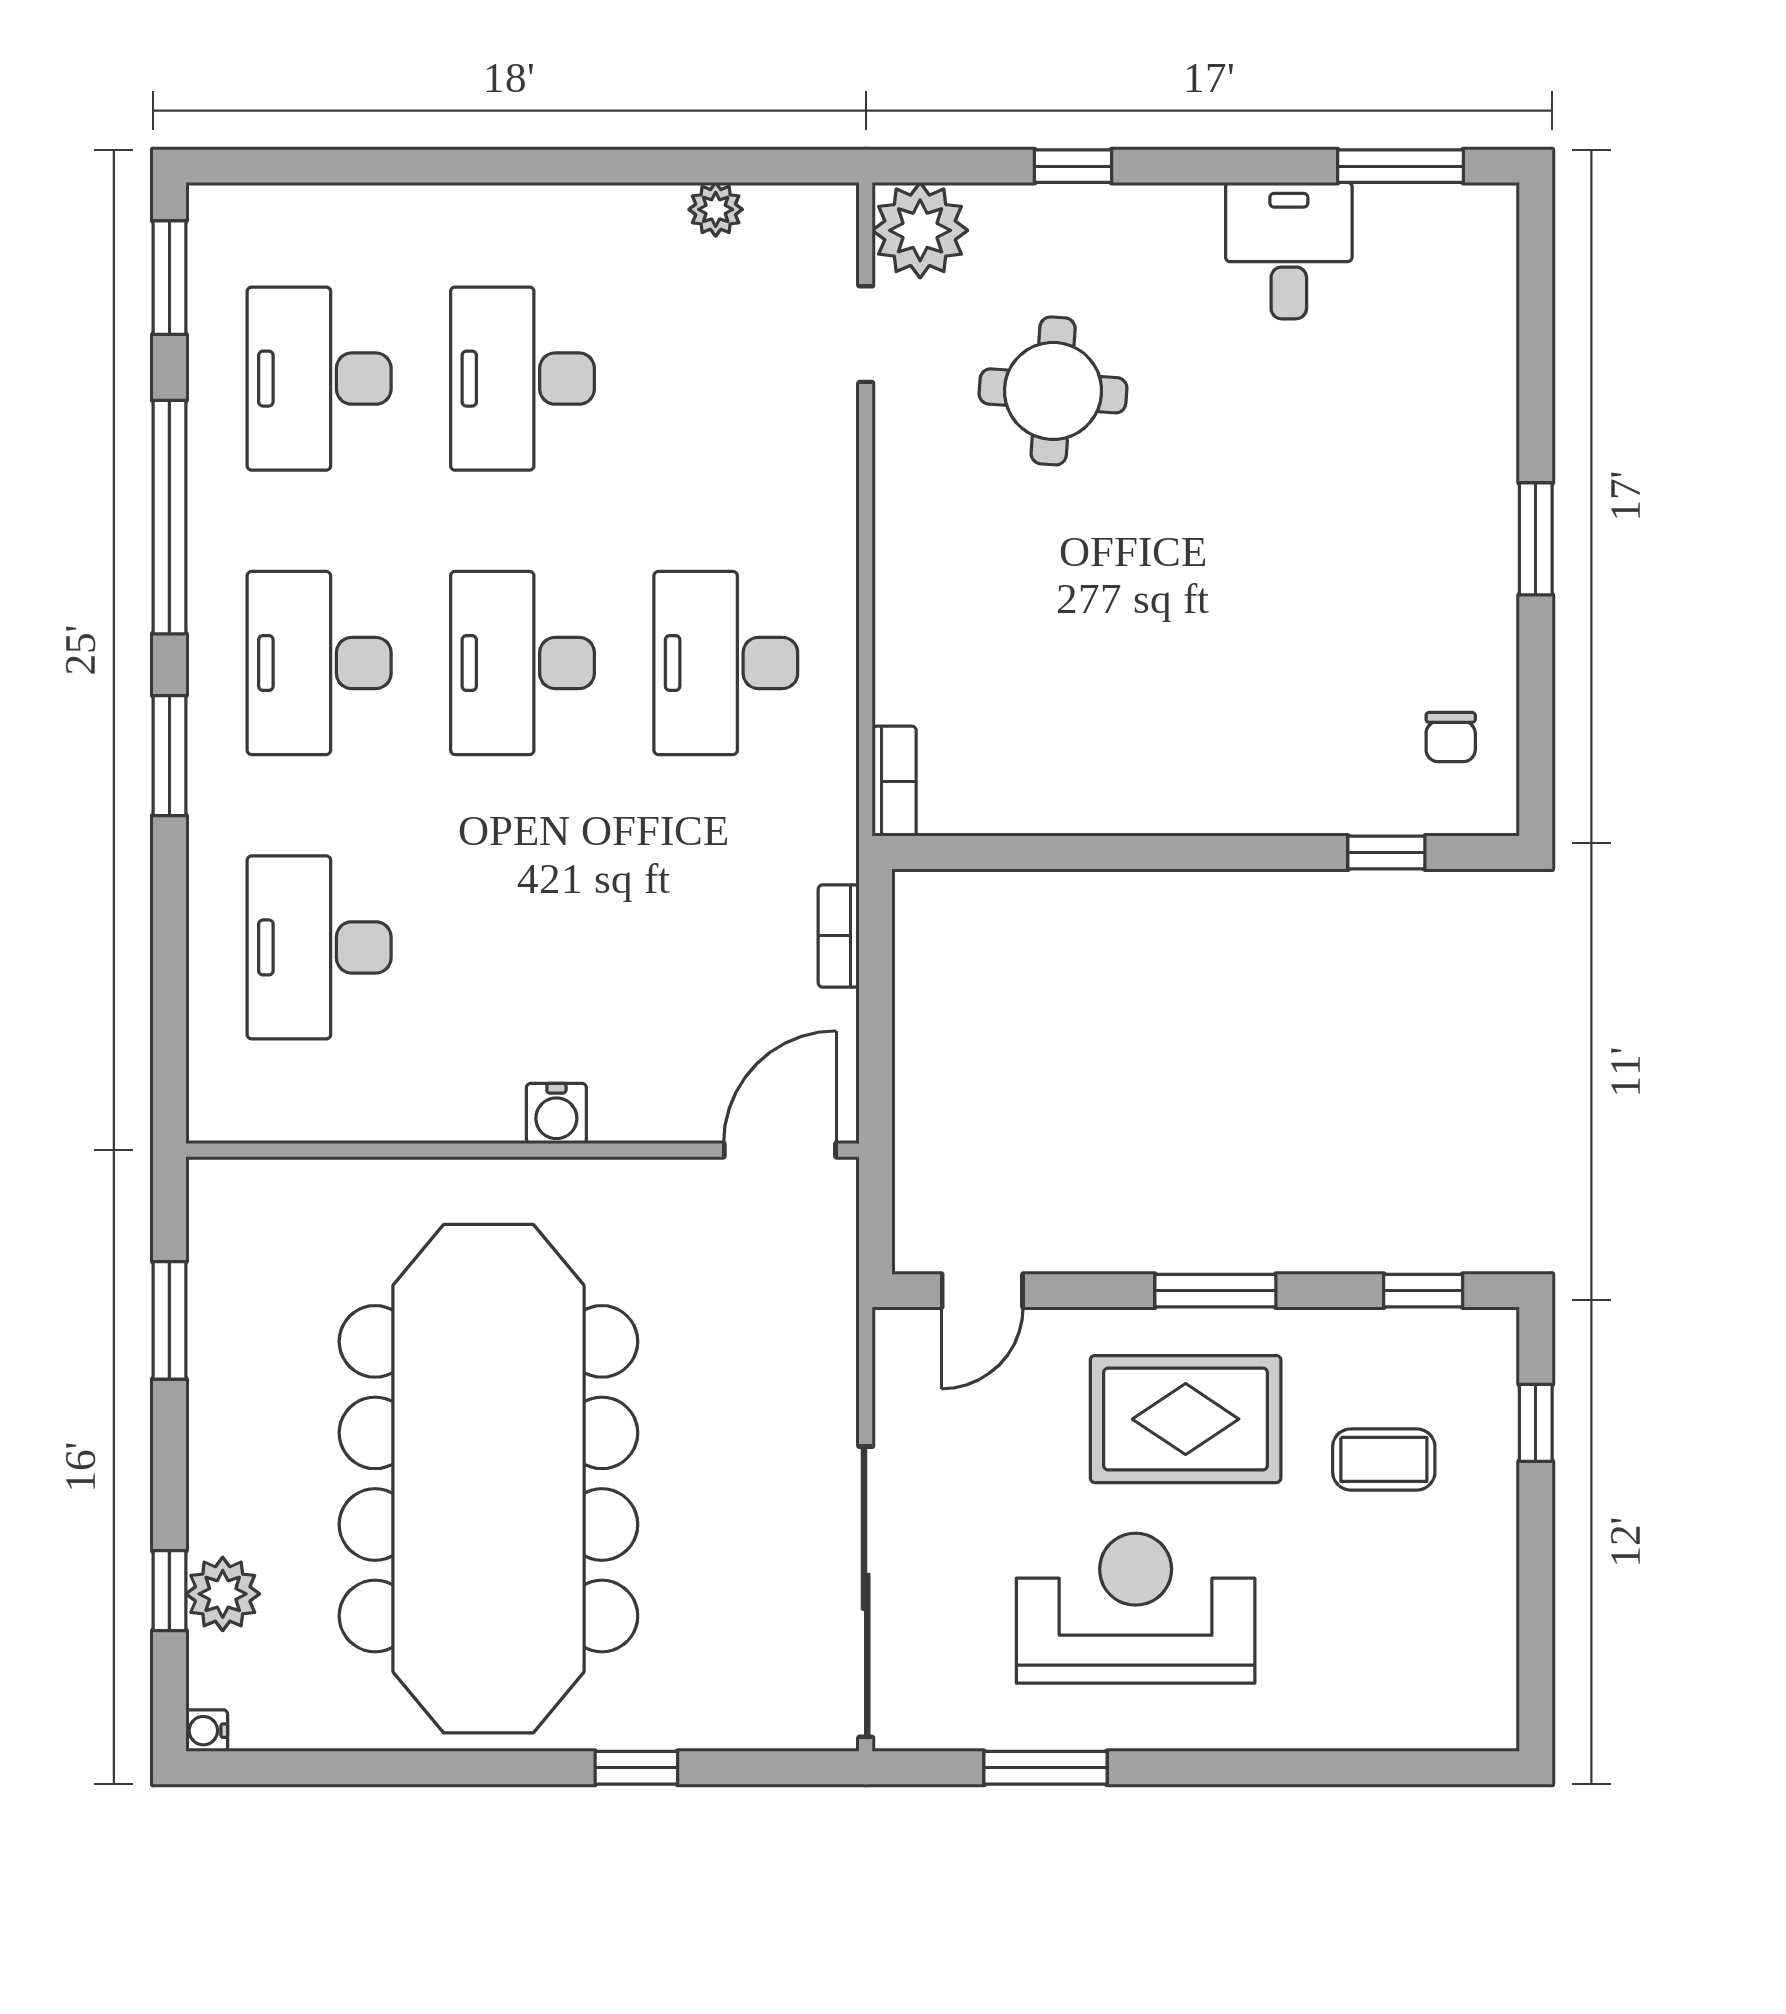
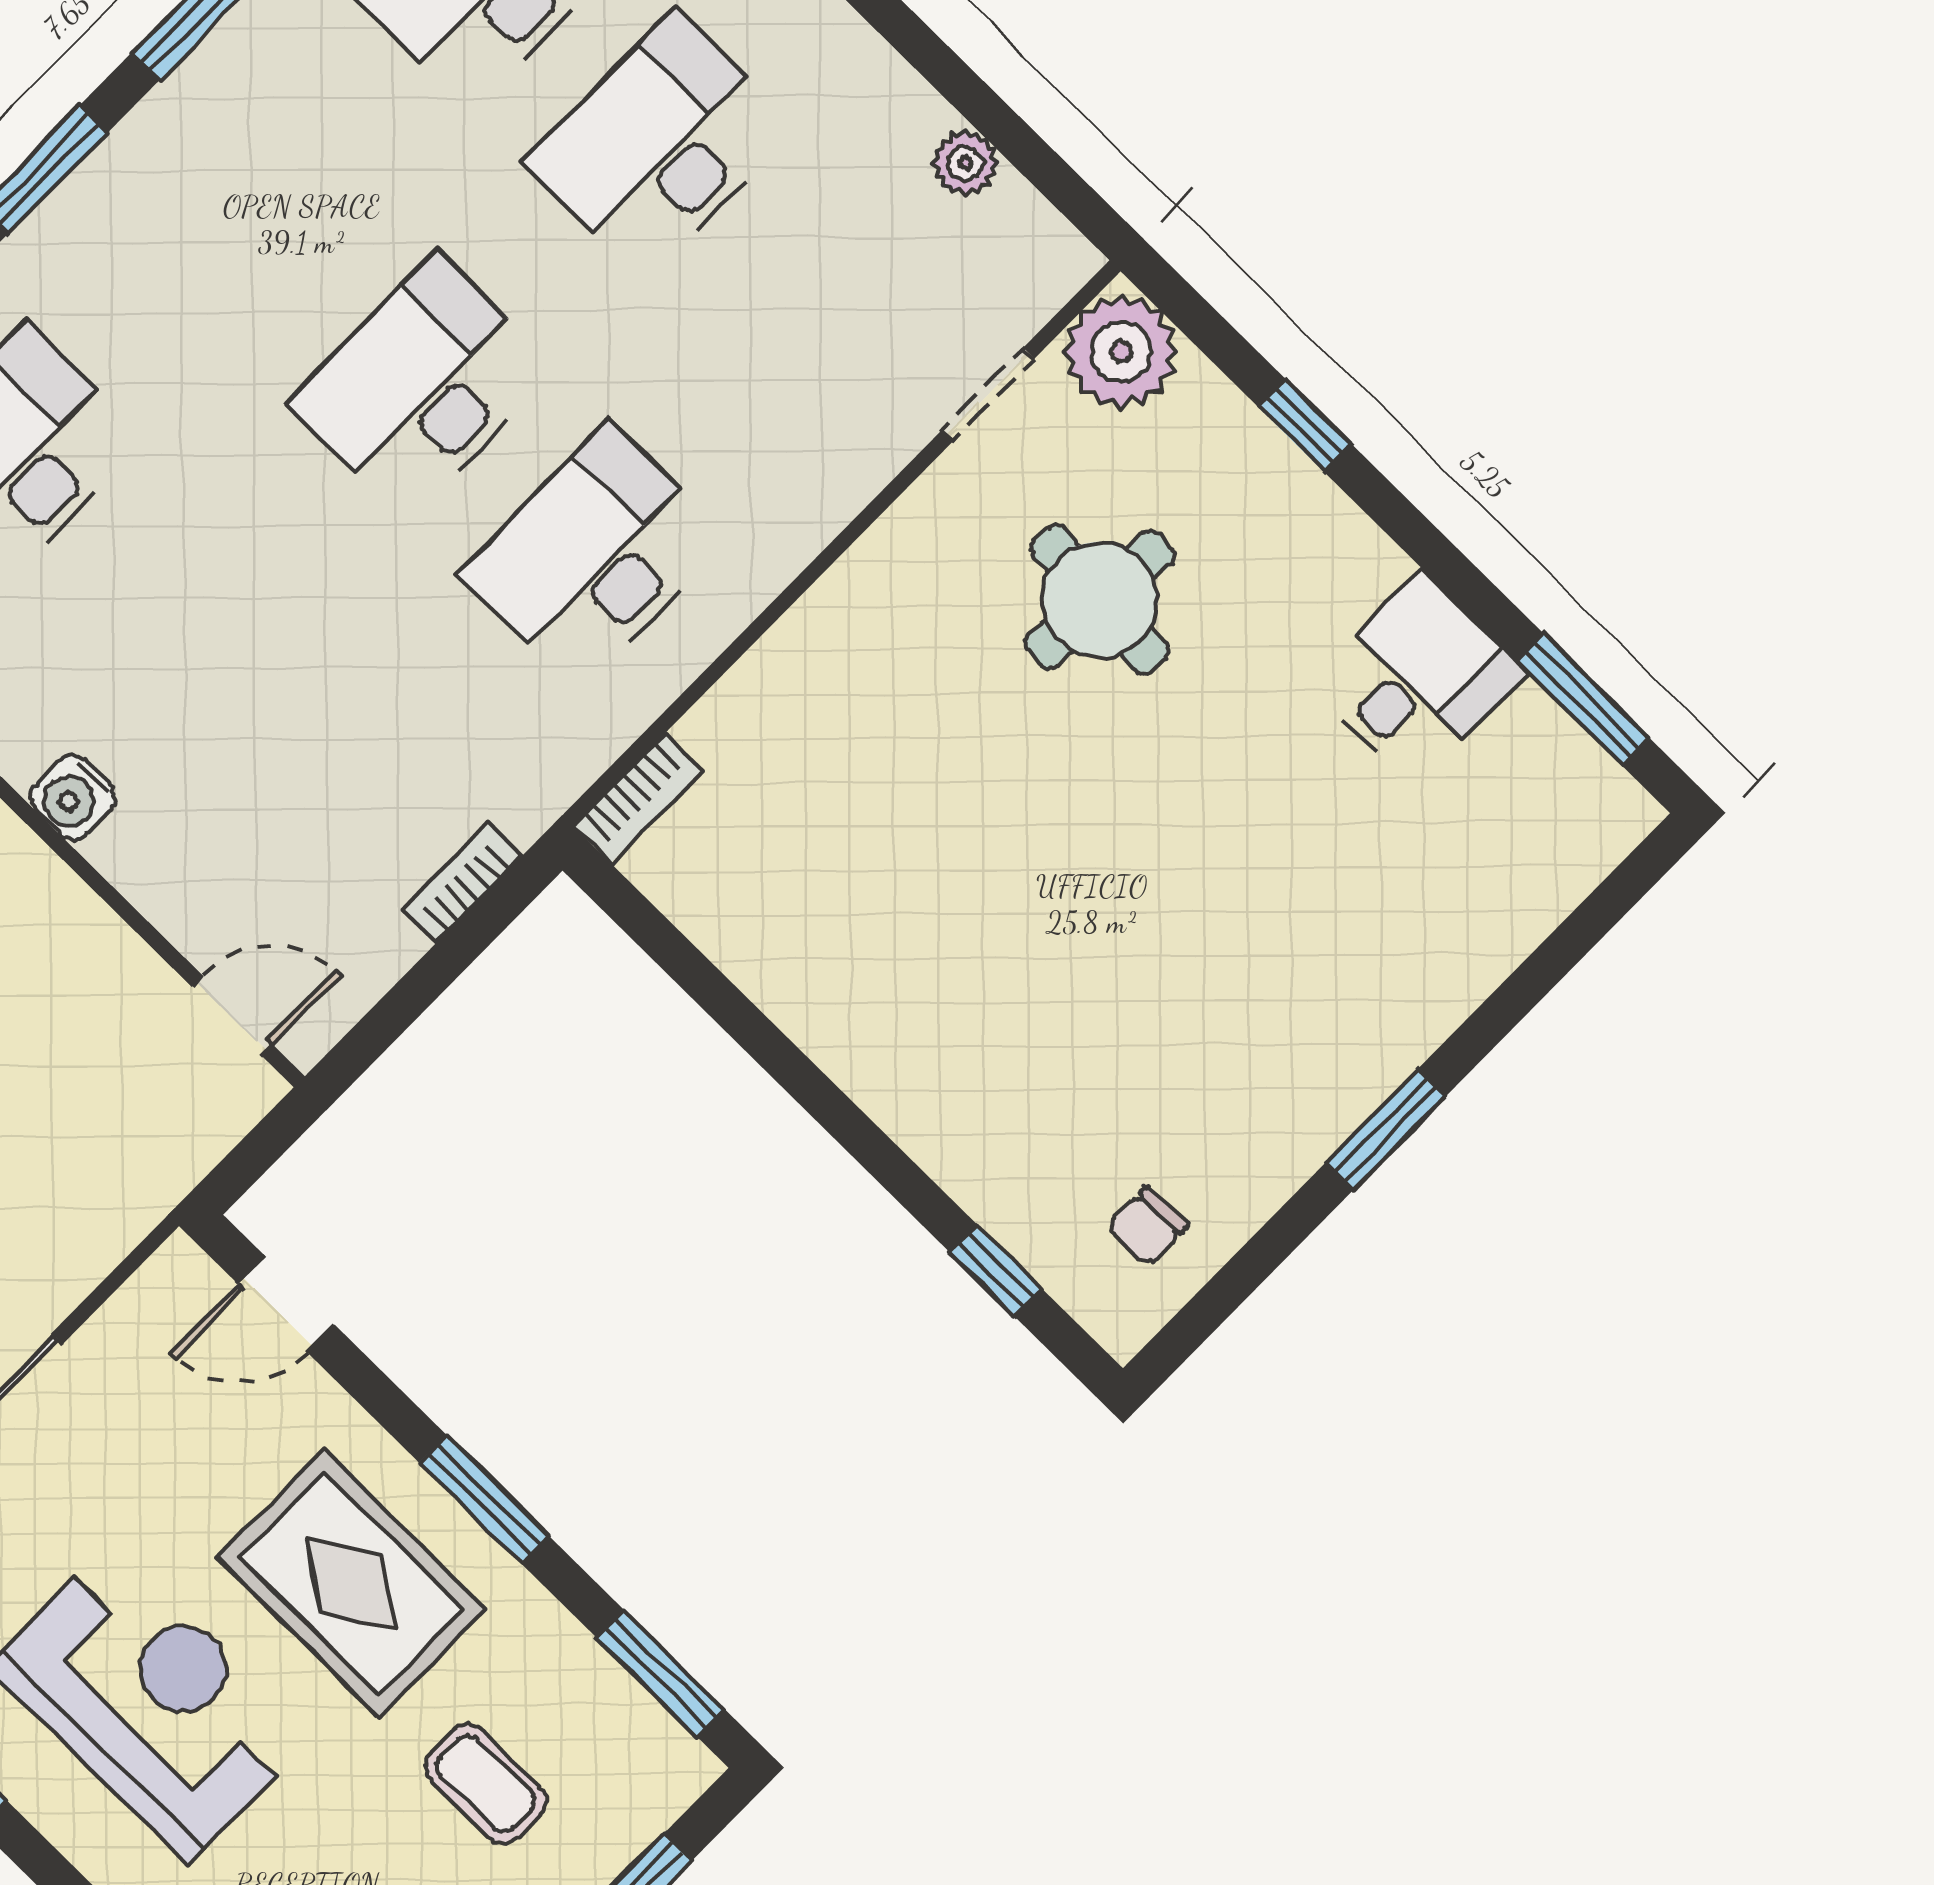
desk: (319, 663) -> (249, 216), removed
door: (780, 1150) -> (232, 1015), width x0.73
window: (1423, 1291) -> (661, 1673), width x1.50

